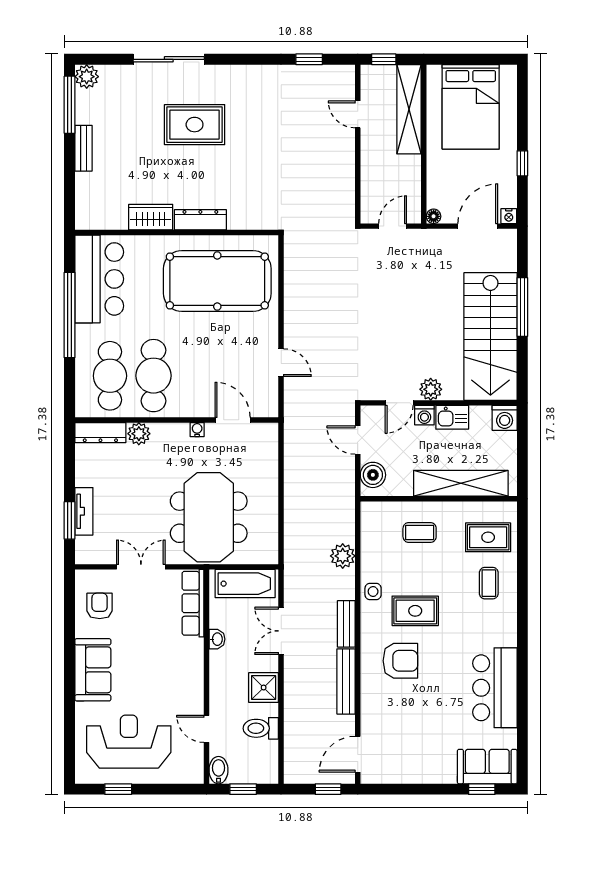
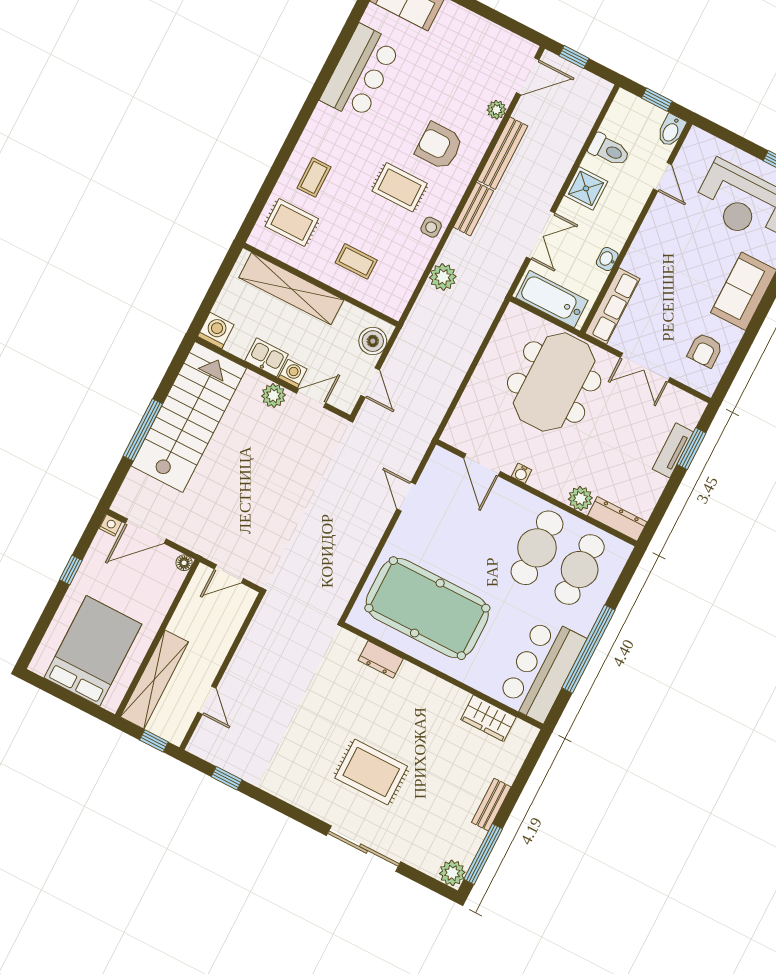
wardrobe: (151, 217) -> (488, 718), moved
dresser: (200, 220) -> (381, 660), moved, width x0.70
plant: (369, 714) -> (496, 110), added

